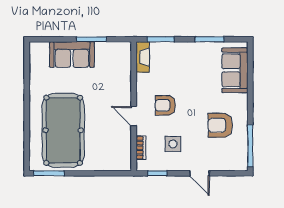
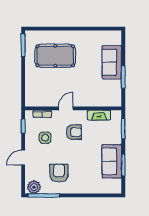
fireplace: (143, 57) -> (99, 115), moved
sofa: (235, 70) -> (112, 161), moved, turned -90
armchair: (165, 105) -> (74, 132), turned 90
pool table: (63, 130) -> (55, 56), width x0.73, depth x0.76
plant: (239, 159) -> (34, 187), added

